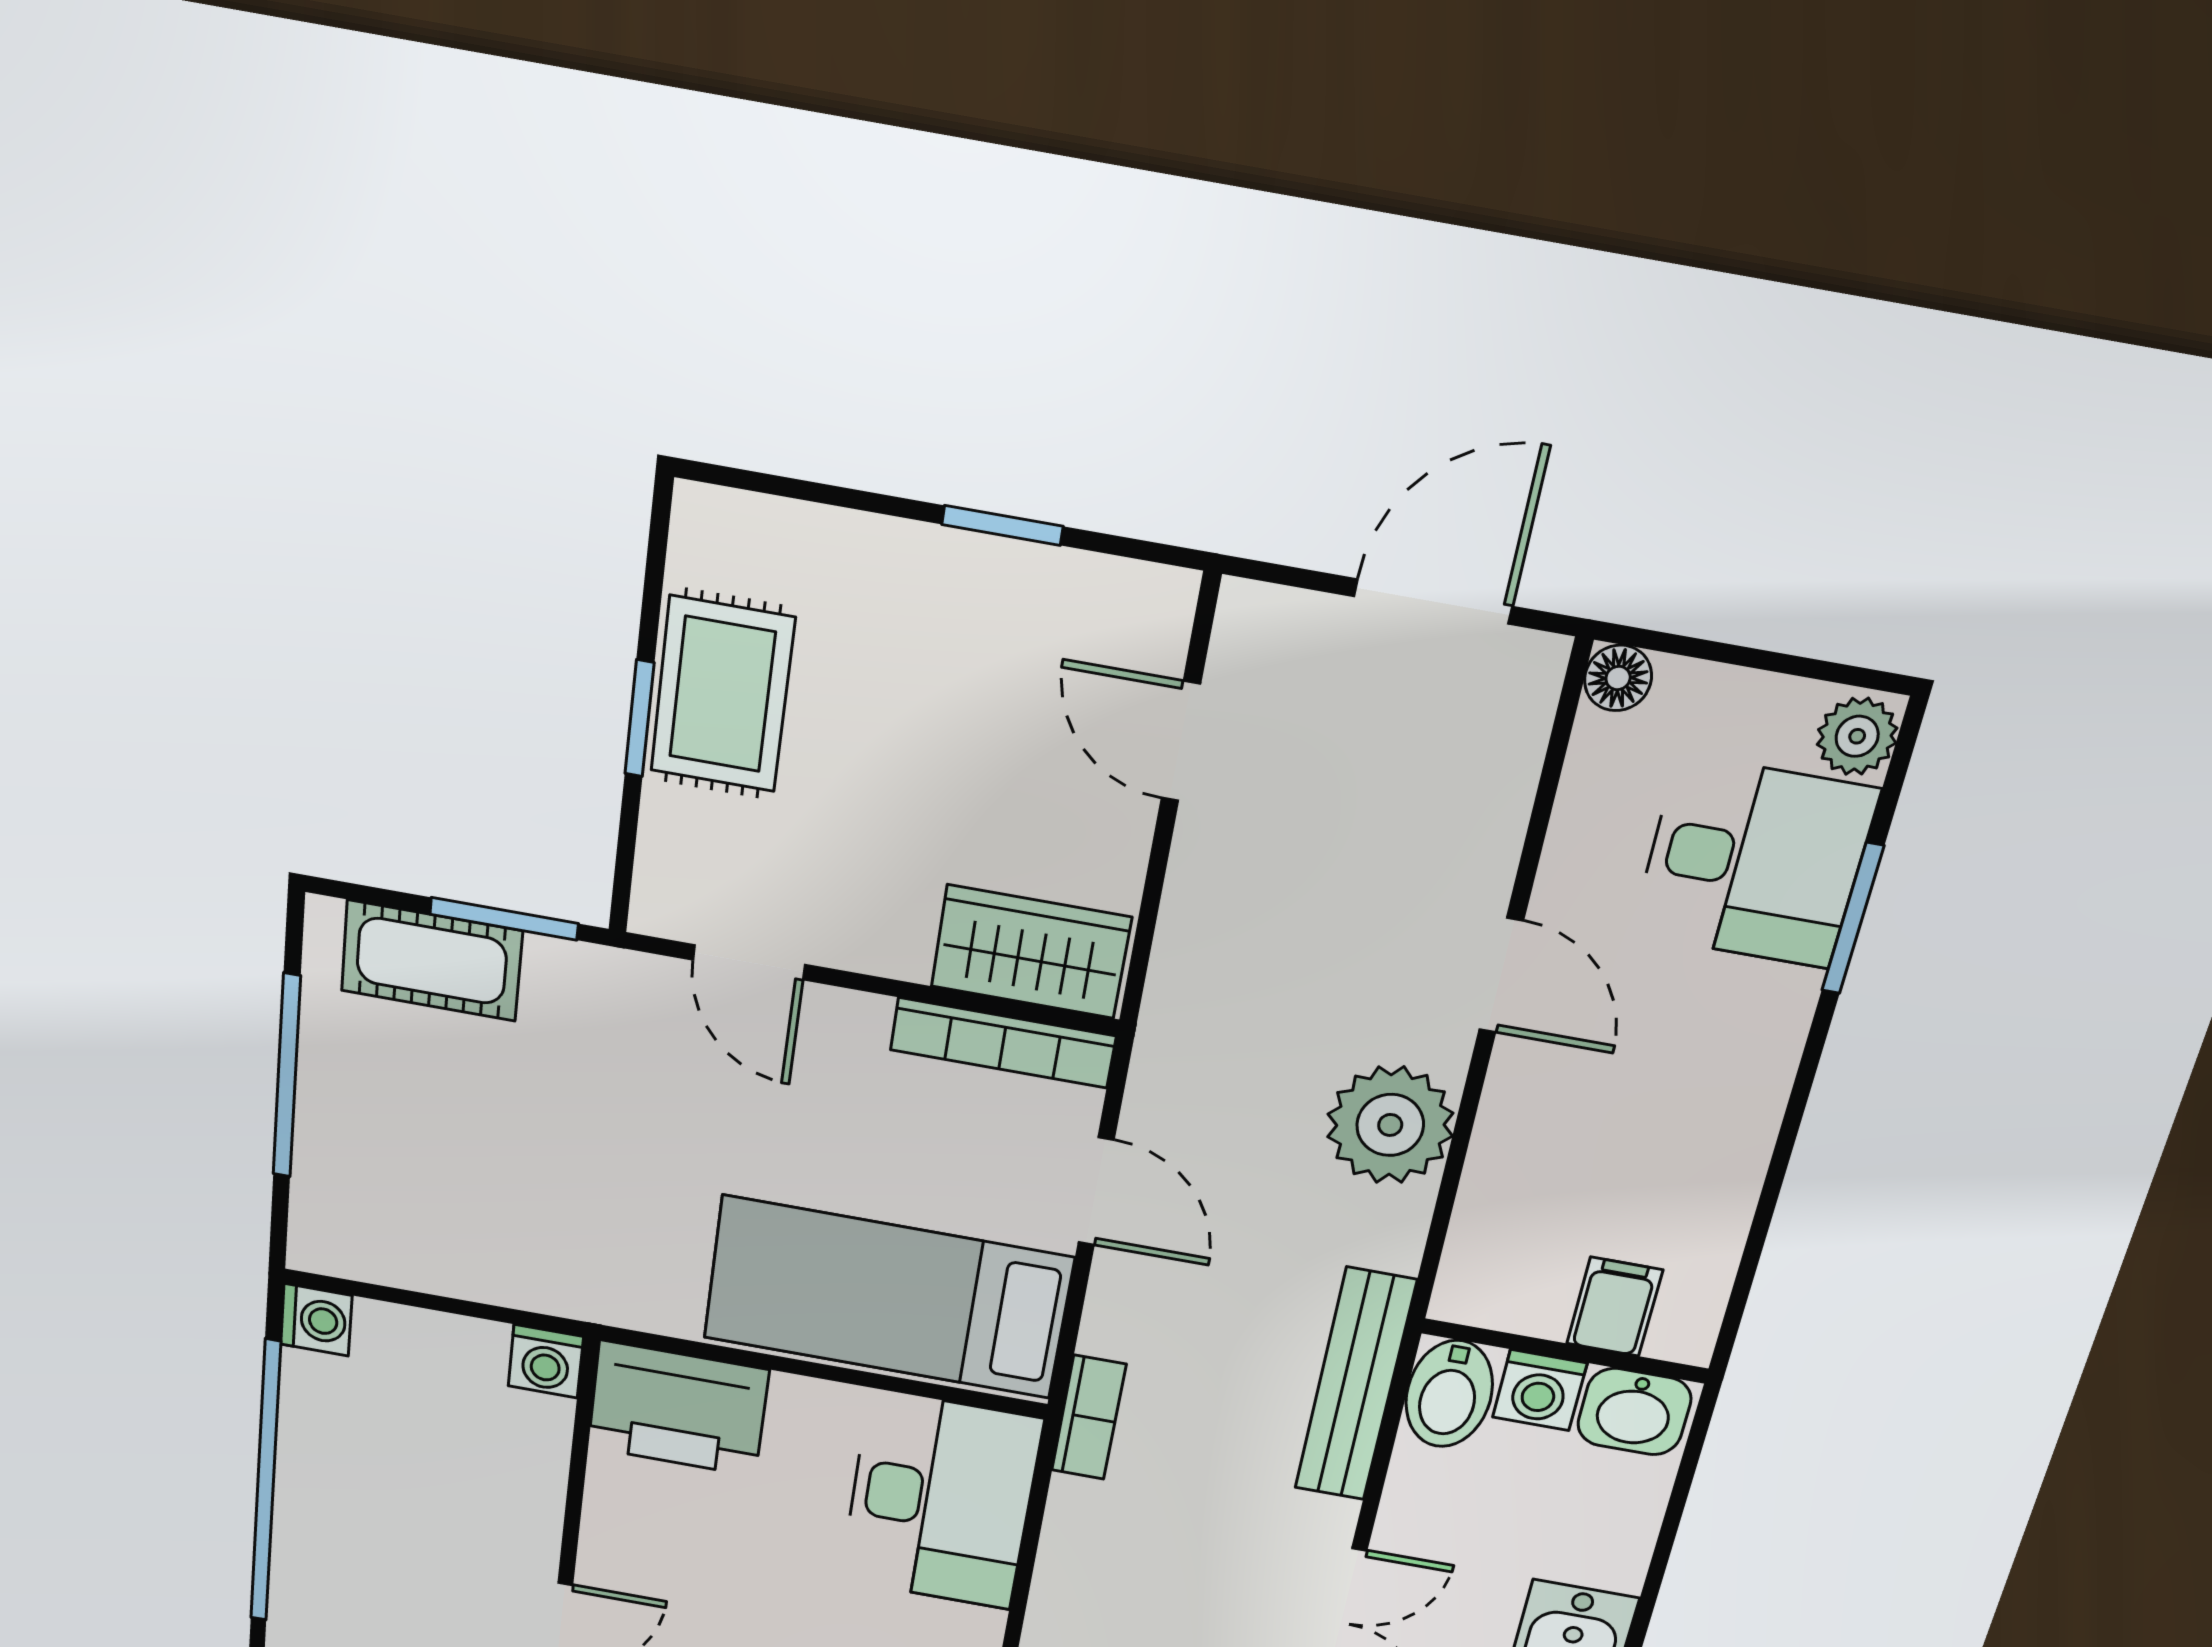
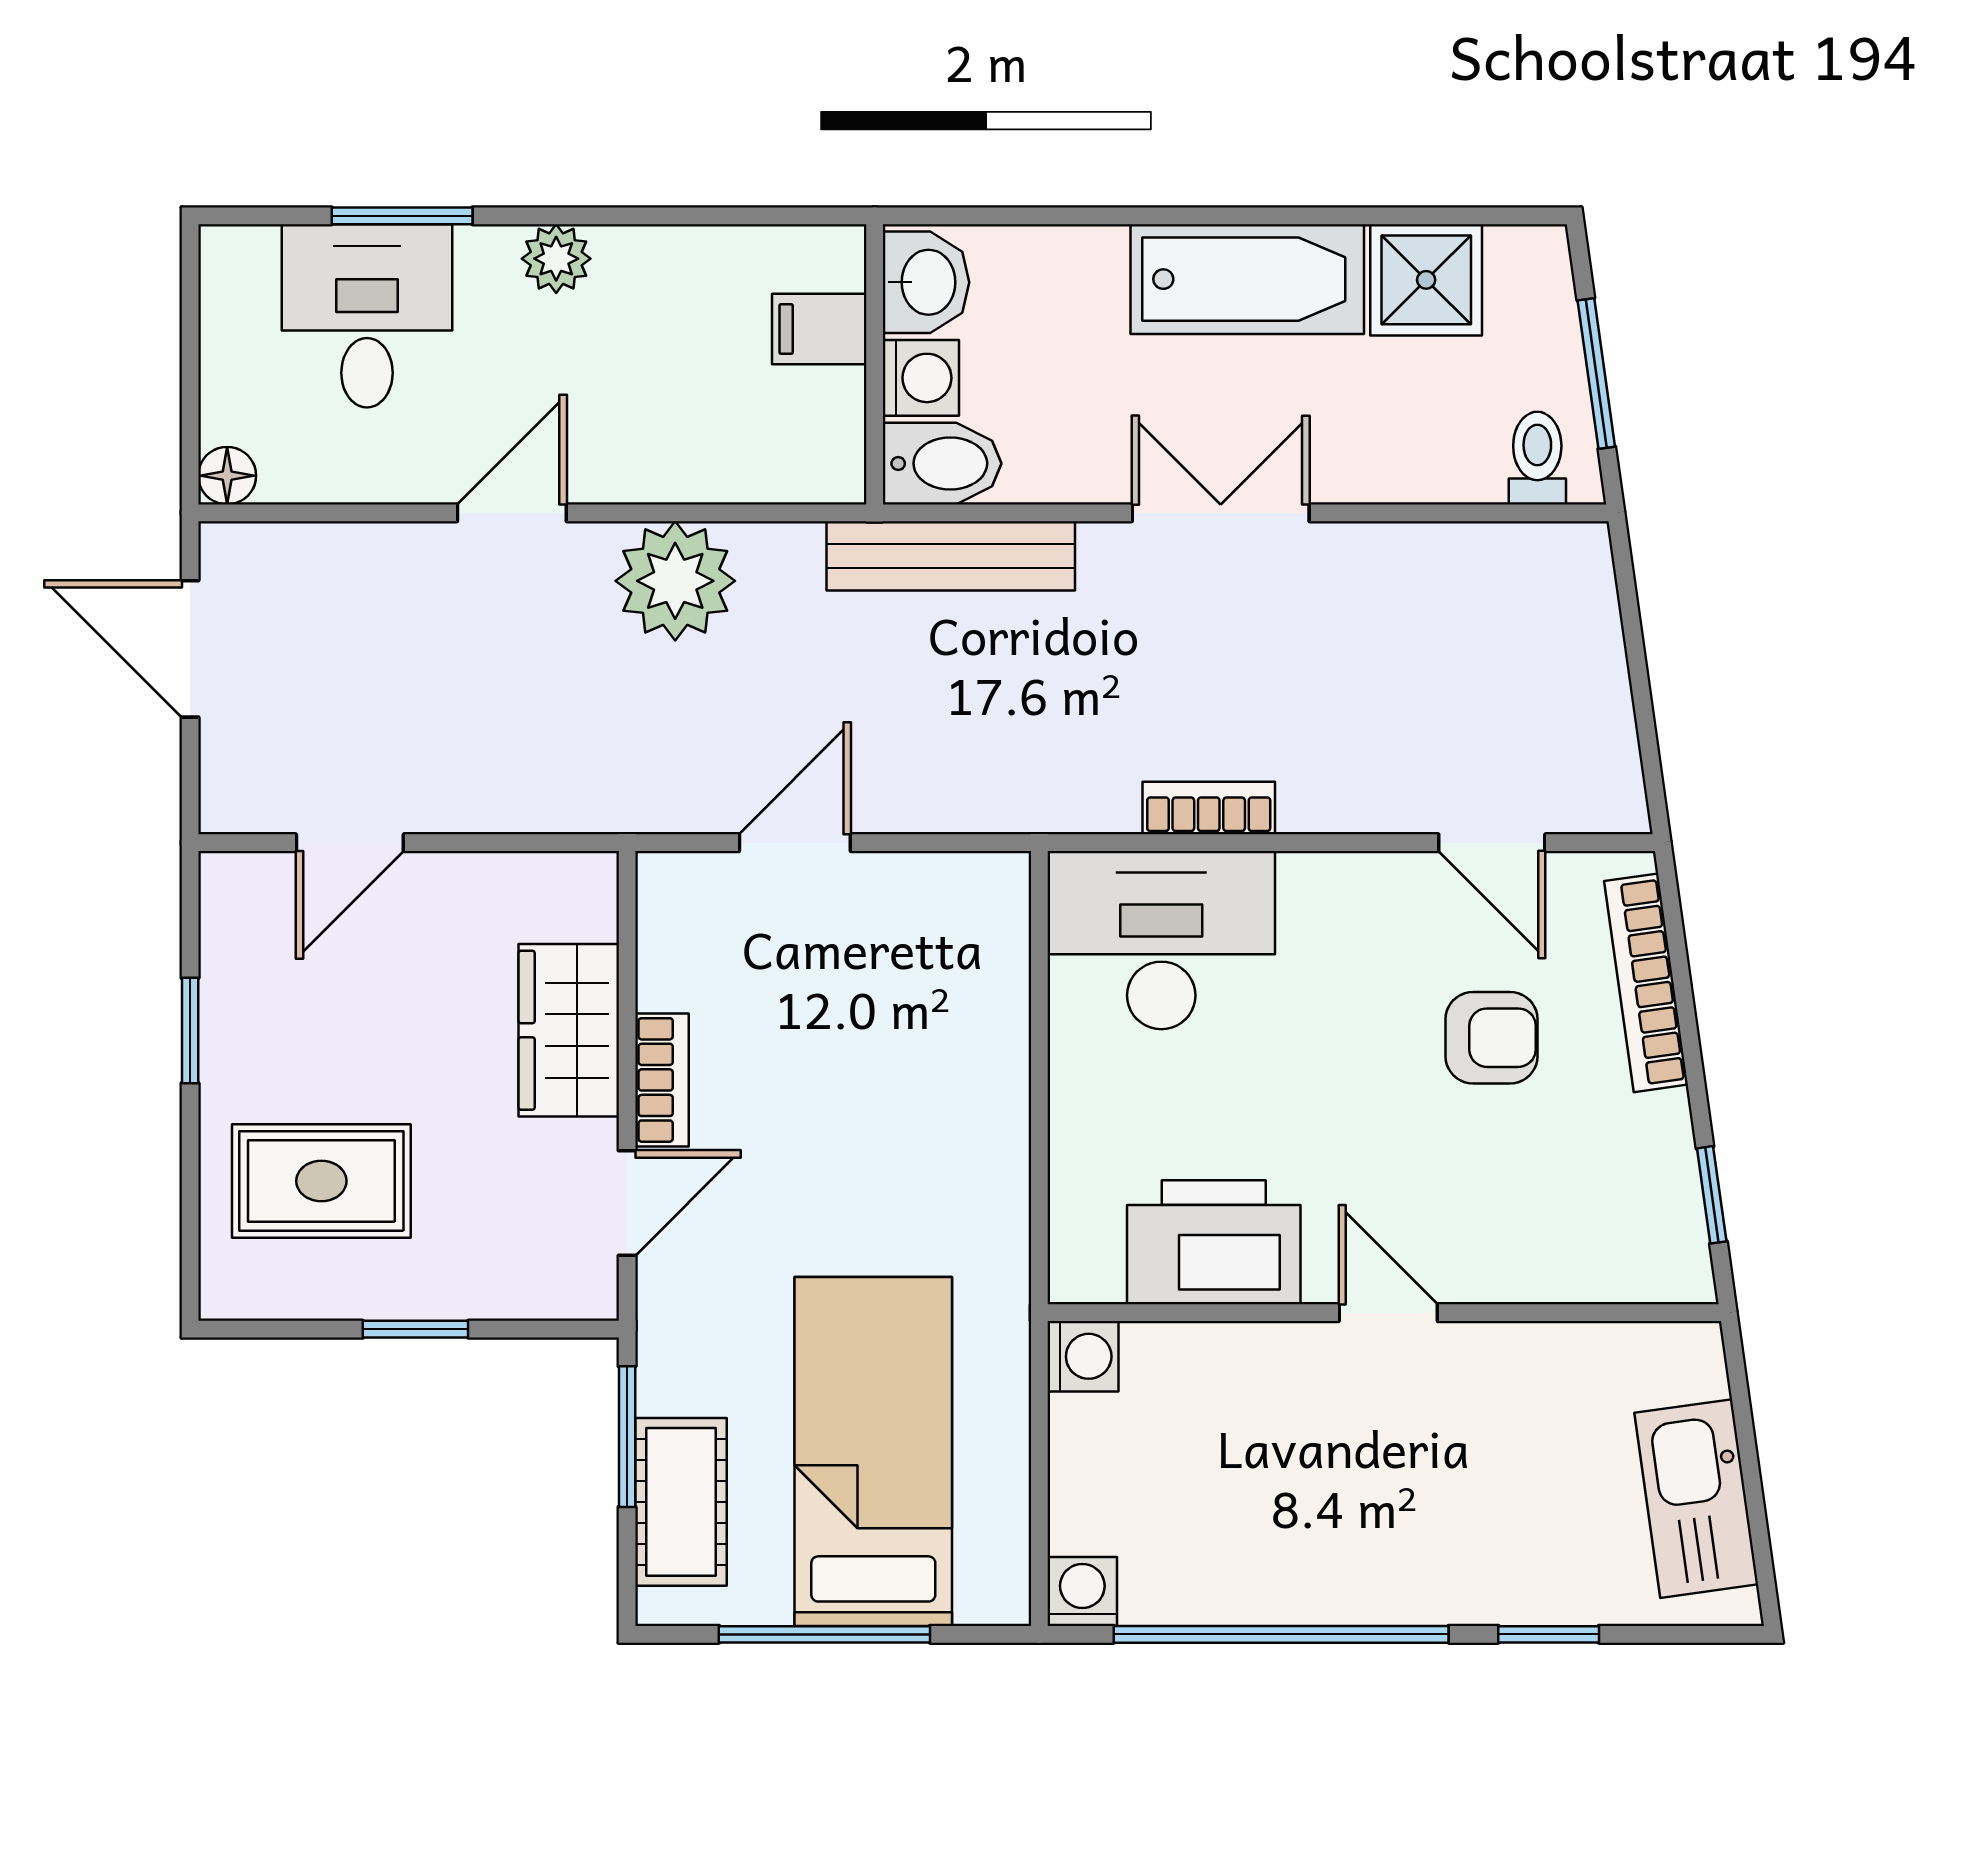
rug: (722, 694) -> (321, 1181), moved
plant: (1857, 736) -> (556, 259), moved
wardrobe: (1031, 952) -> (569, 1030), moved
bookcase: (1003, 1043) -> (662, 1080), moved, width x0.64
bed: (888, 1298) -> (873, 1451), moved, turned 180
printer: (678, 1409) -> (1214, 1242), moved, turned -90
bookcase: (1089, 1417) -> (1209, 808), moved

